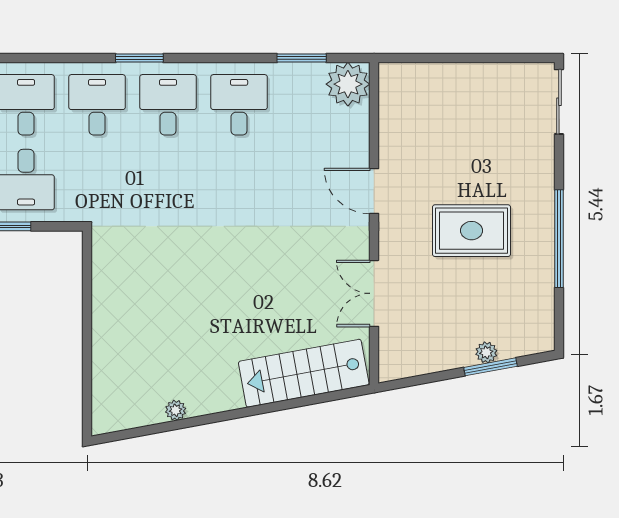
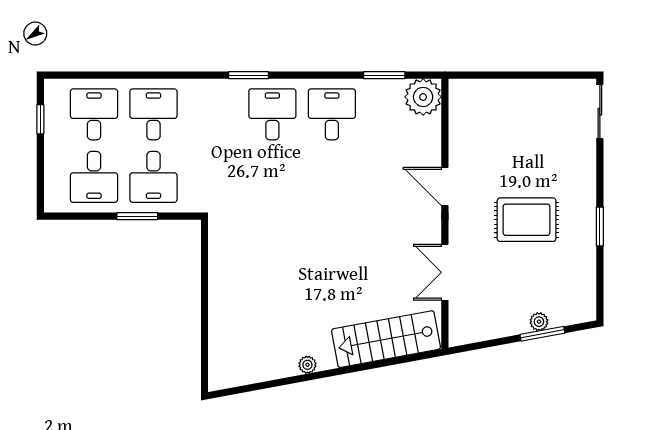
desk: (97, 105) -> (213, 114), removed
window: (559, 239) -> (600, 226), width x0.47
plant: (176, 410) -> (307, 365), moved

